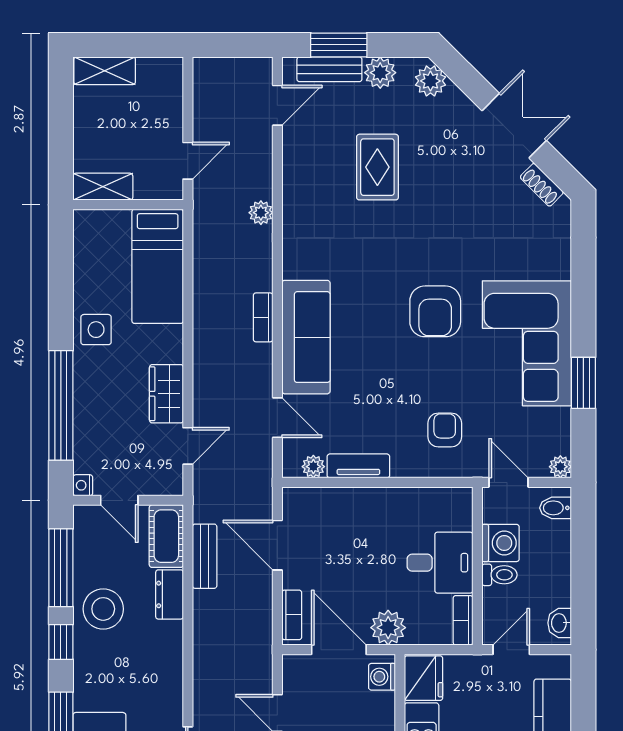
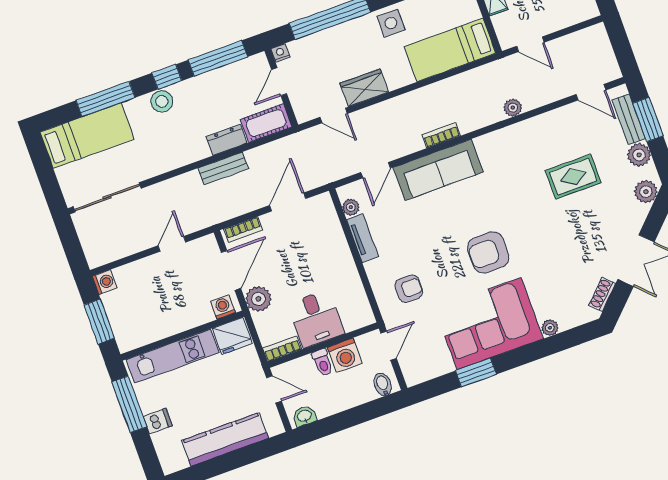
plant: (560, 467) -> (550, 328), moved
bench: (205, 556) -> (223, 169), moved
stool: (103, 609) -> (162, 101), moved, width x0.73, depth x0.73

